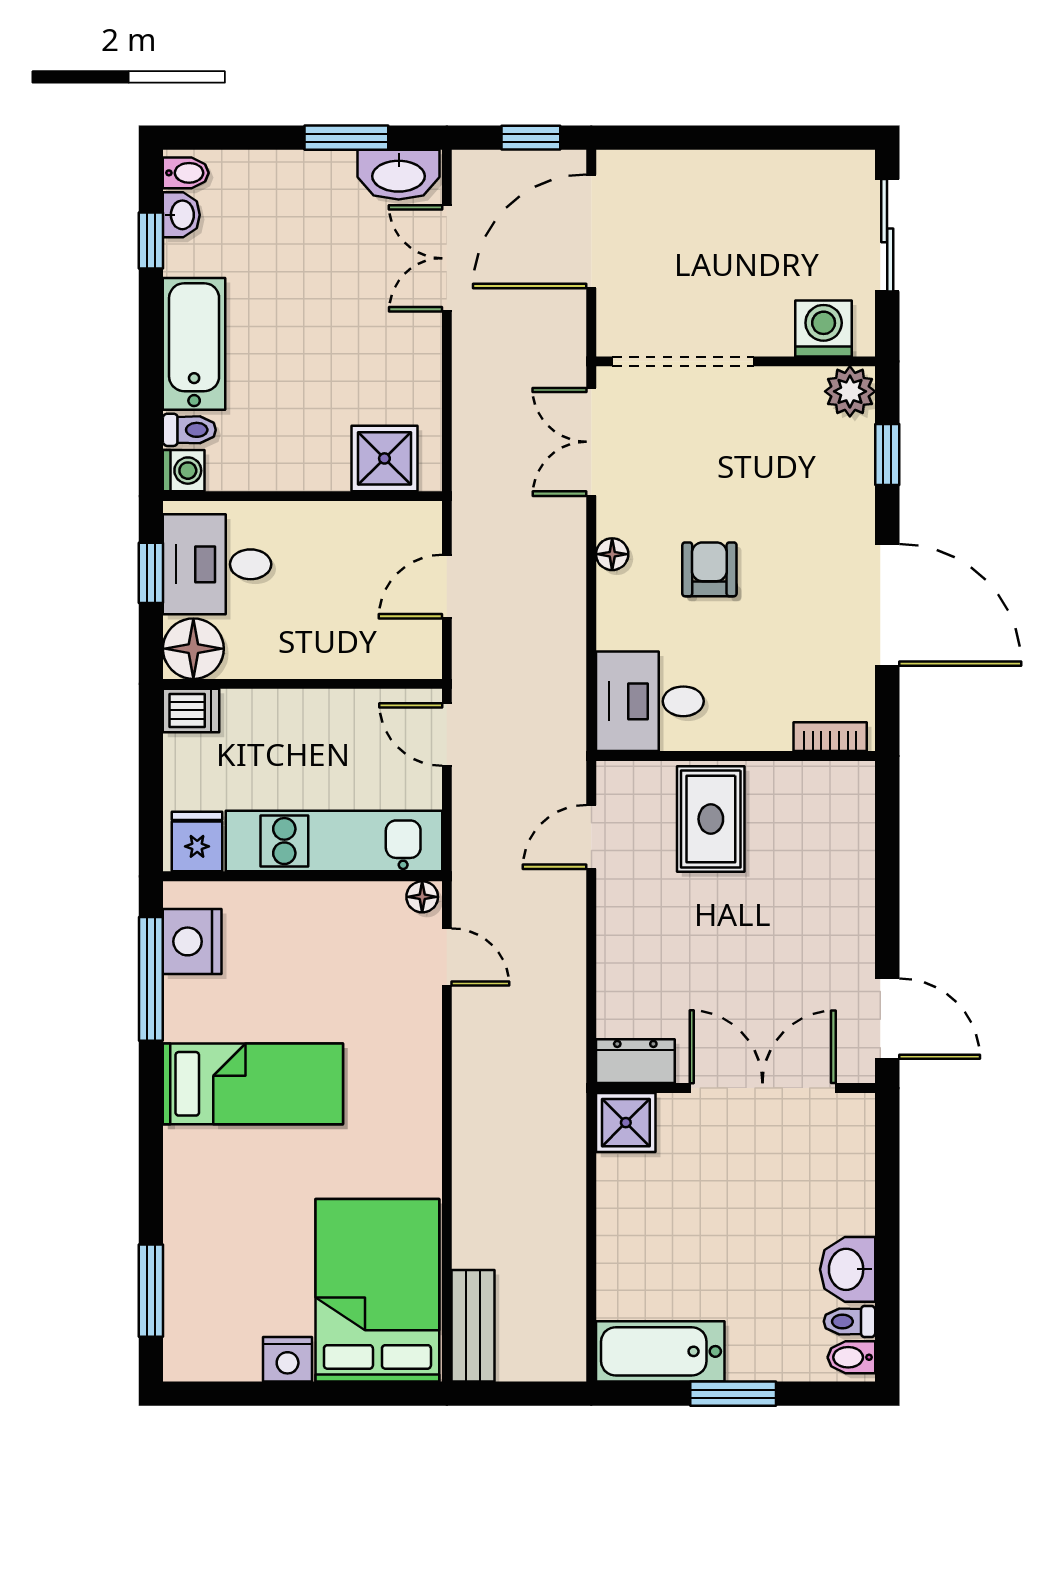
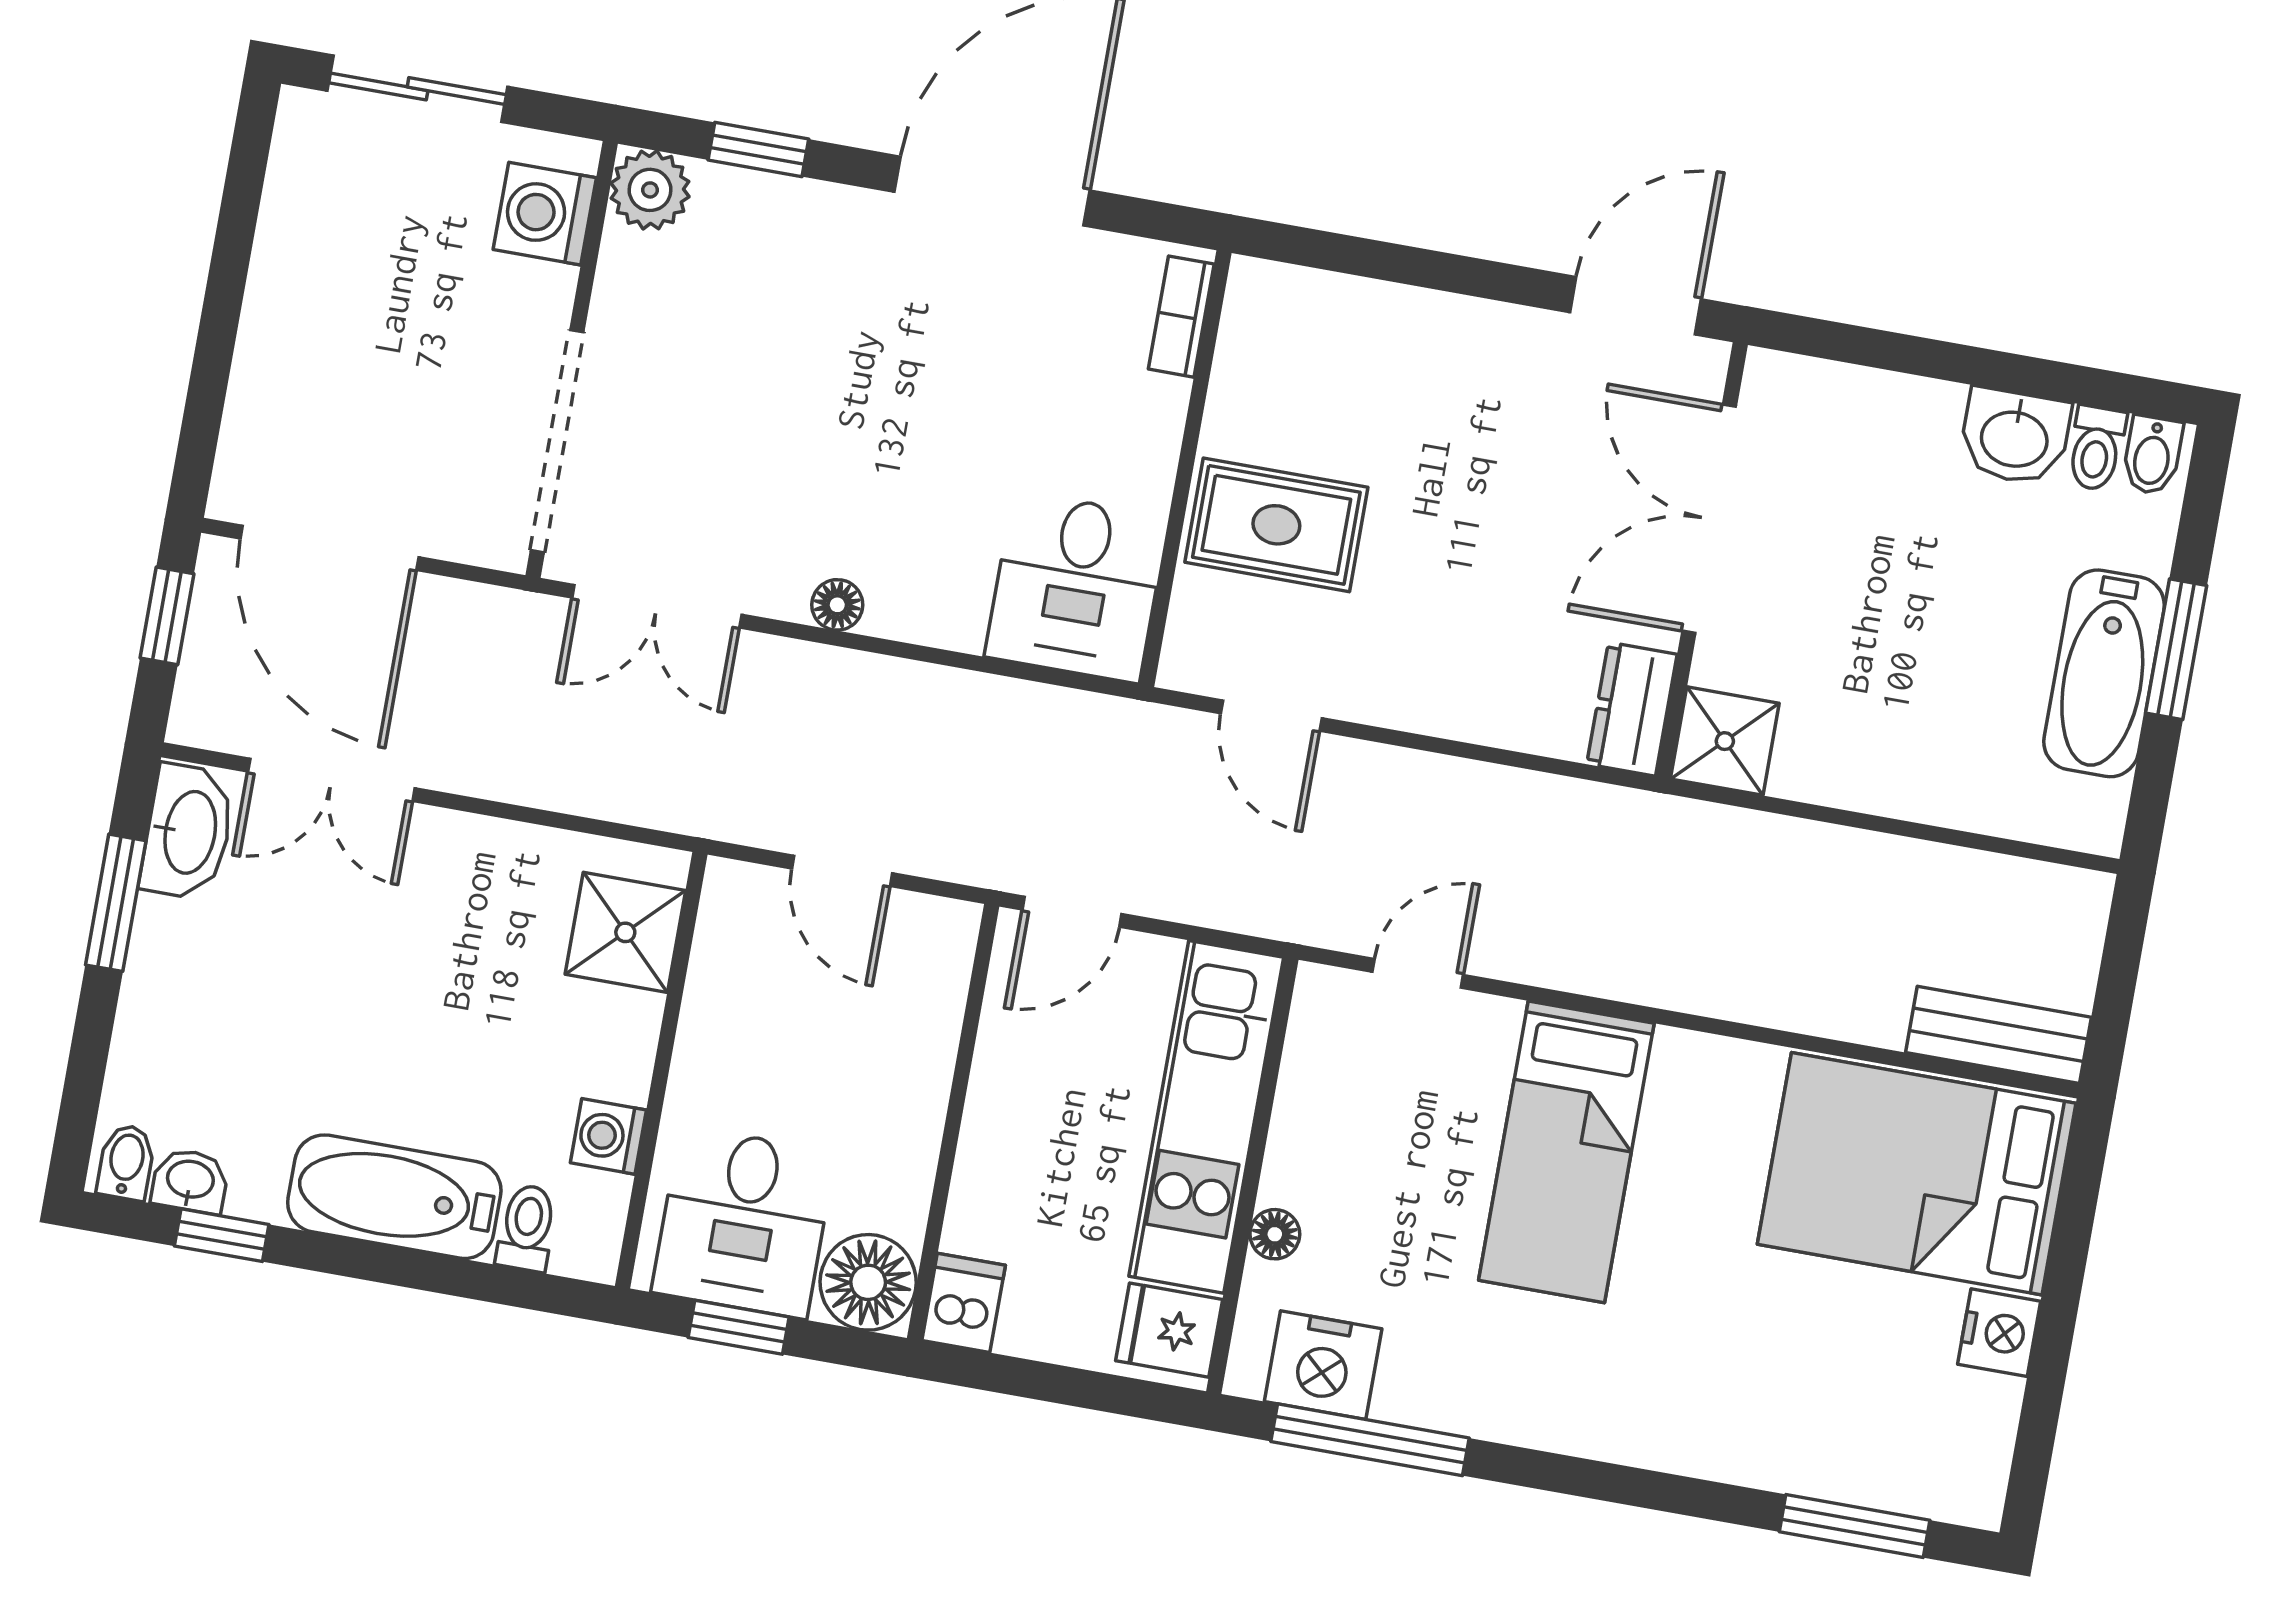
washing machine: (184, 471) -> (608, 1136), moved, turned -90
armchair: (709, 569) -> (888, 458), removed
floor lamp: (422, 897) -> (1275, 1234), moved
bed: (253, 1084) -> (1566, 1152), moved, turned 180
bathtub: (660, 1351) -> (2104, 673), moved

